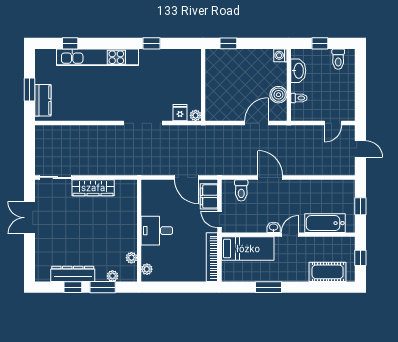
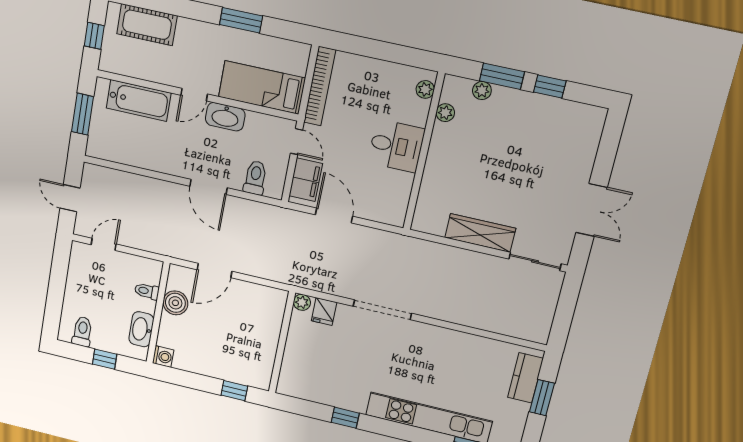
window: (360, 206) -> (82, 114), width x1.50
washbasin: (274, 227) -> (225, 117), width x1.91, depth x1.45
dresser: (73, 274) -> (545, 108), removed

